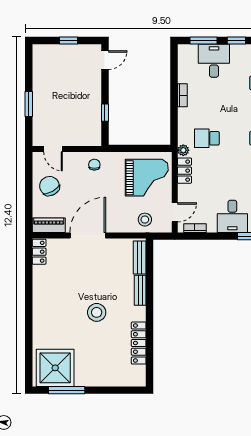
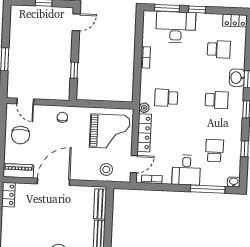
desk: (214, 61) -> (176, 27), width x1.37
locker: (184, 171) -> (144, 133), width x1.53
chair: (49, 186) -> (20, 135), turned -151

